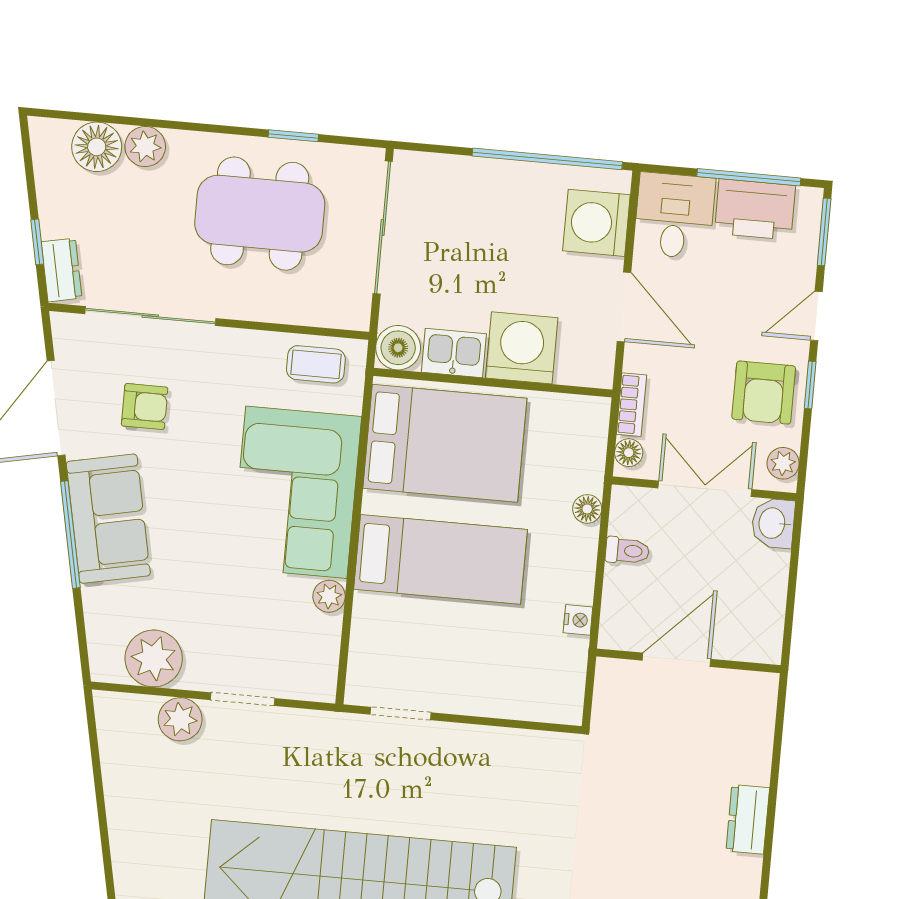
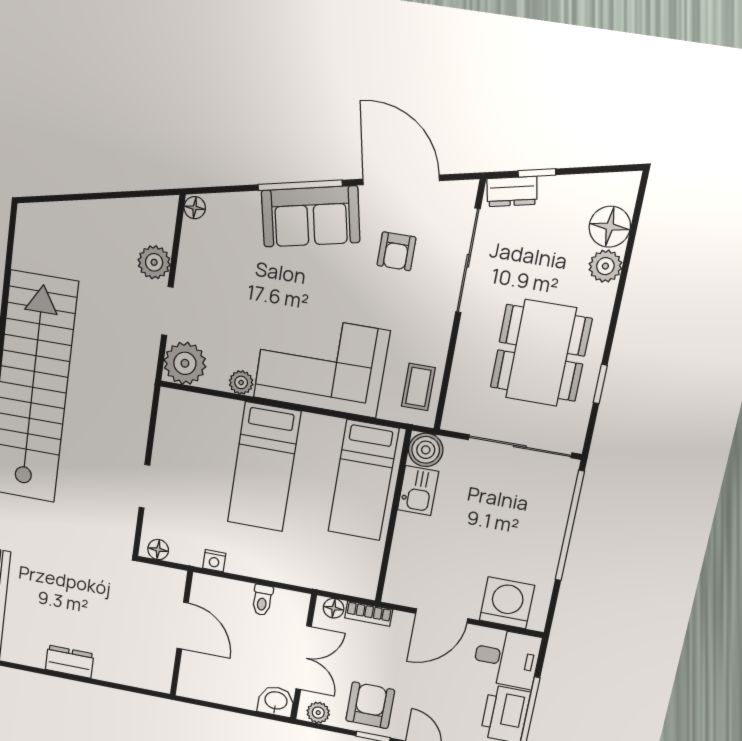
window: (547, 159) -> (570, 526), moved
washing machine: (522, 348) -> (418, 540), removed
armchair: (764, 393) -> (370, 705), turned 90
bed: (445, 443) -> (363, 480), width x0.67
floor lamp: (587, 509) -> (158, 550), moved
plant: (154, 658) -> (185, 363), moved
floor lamp: (107, 669) -> (195, 208), added
doorway: (400, 714) -> (144, 486), moved

